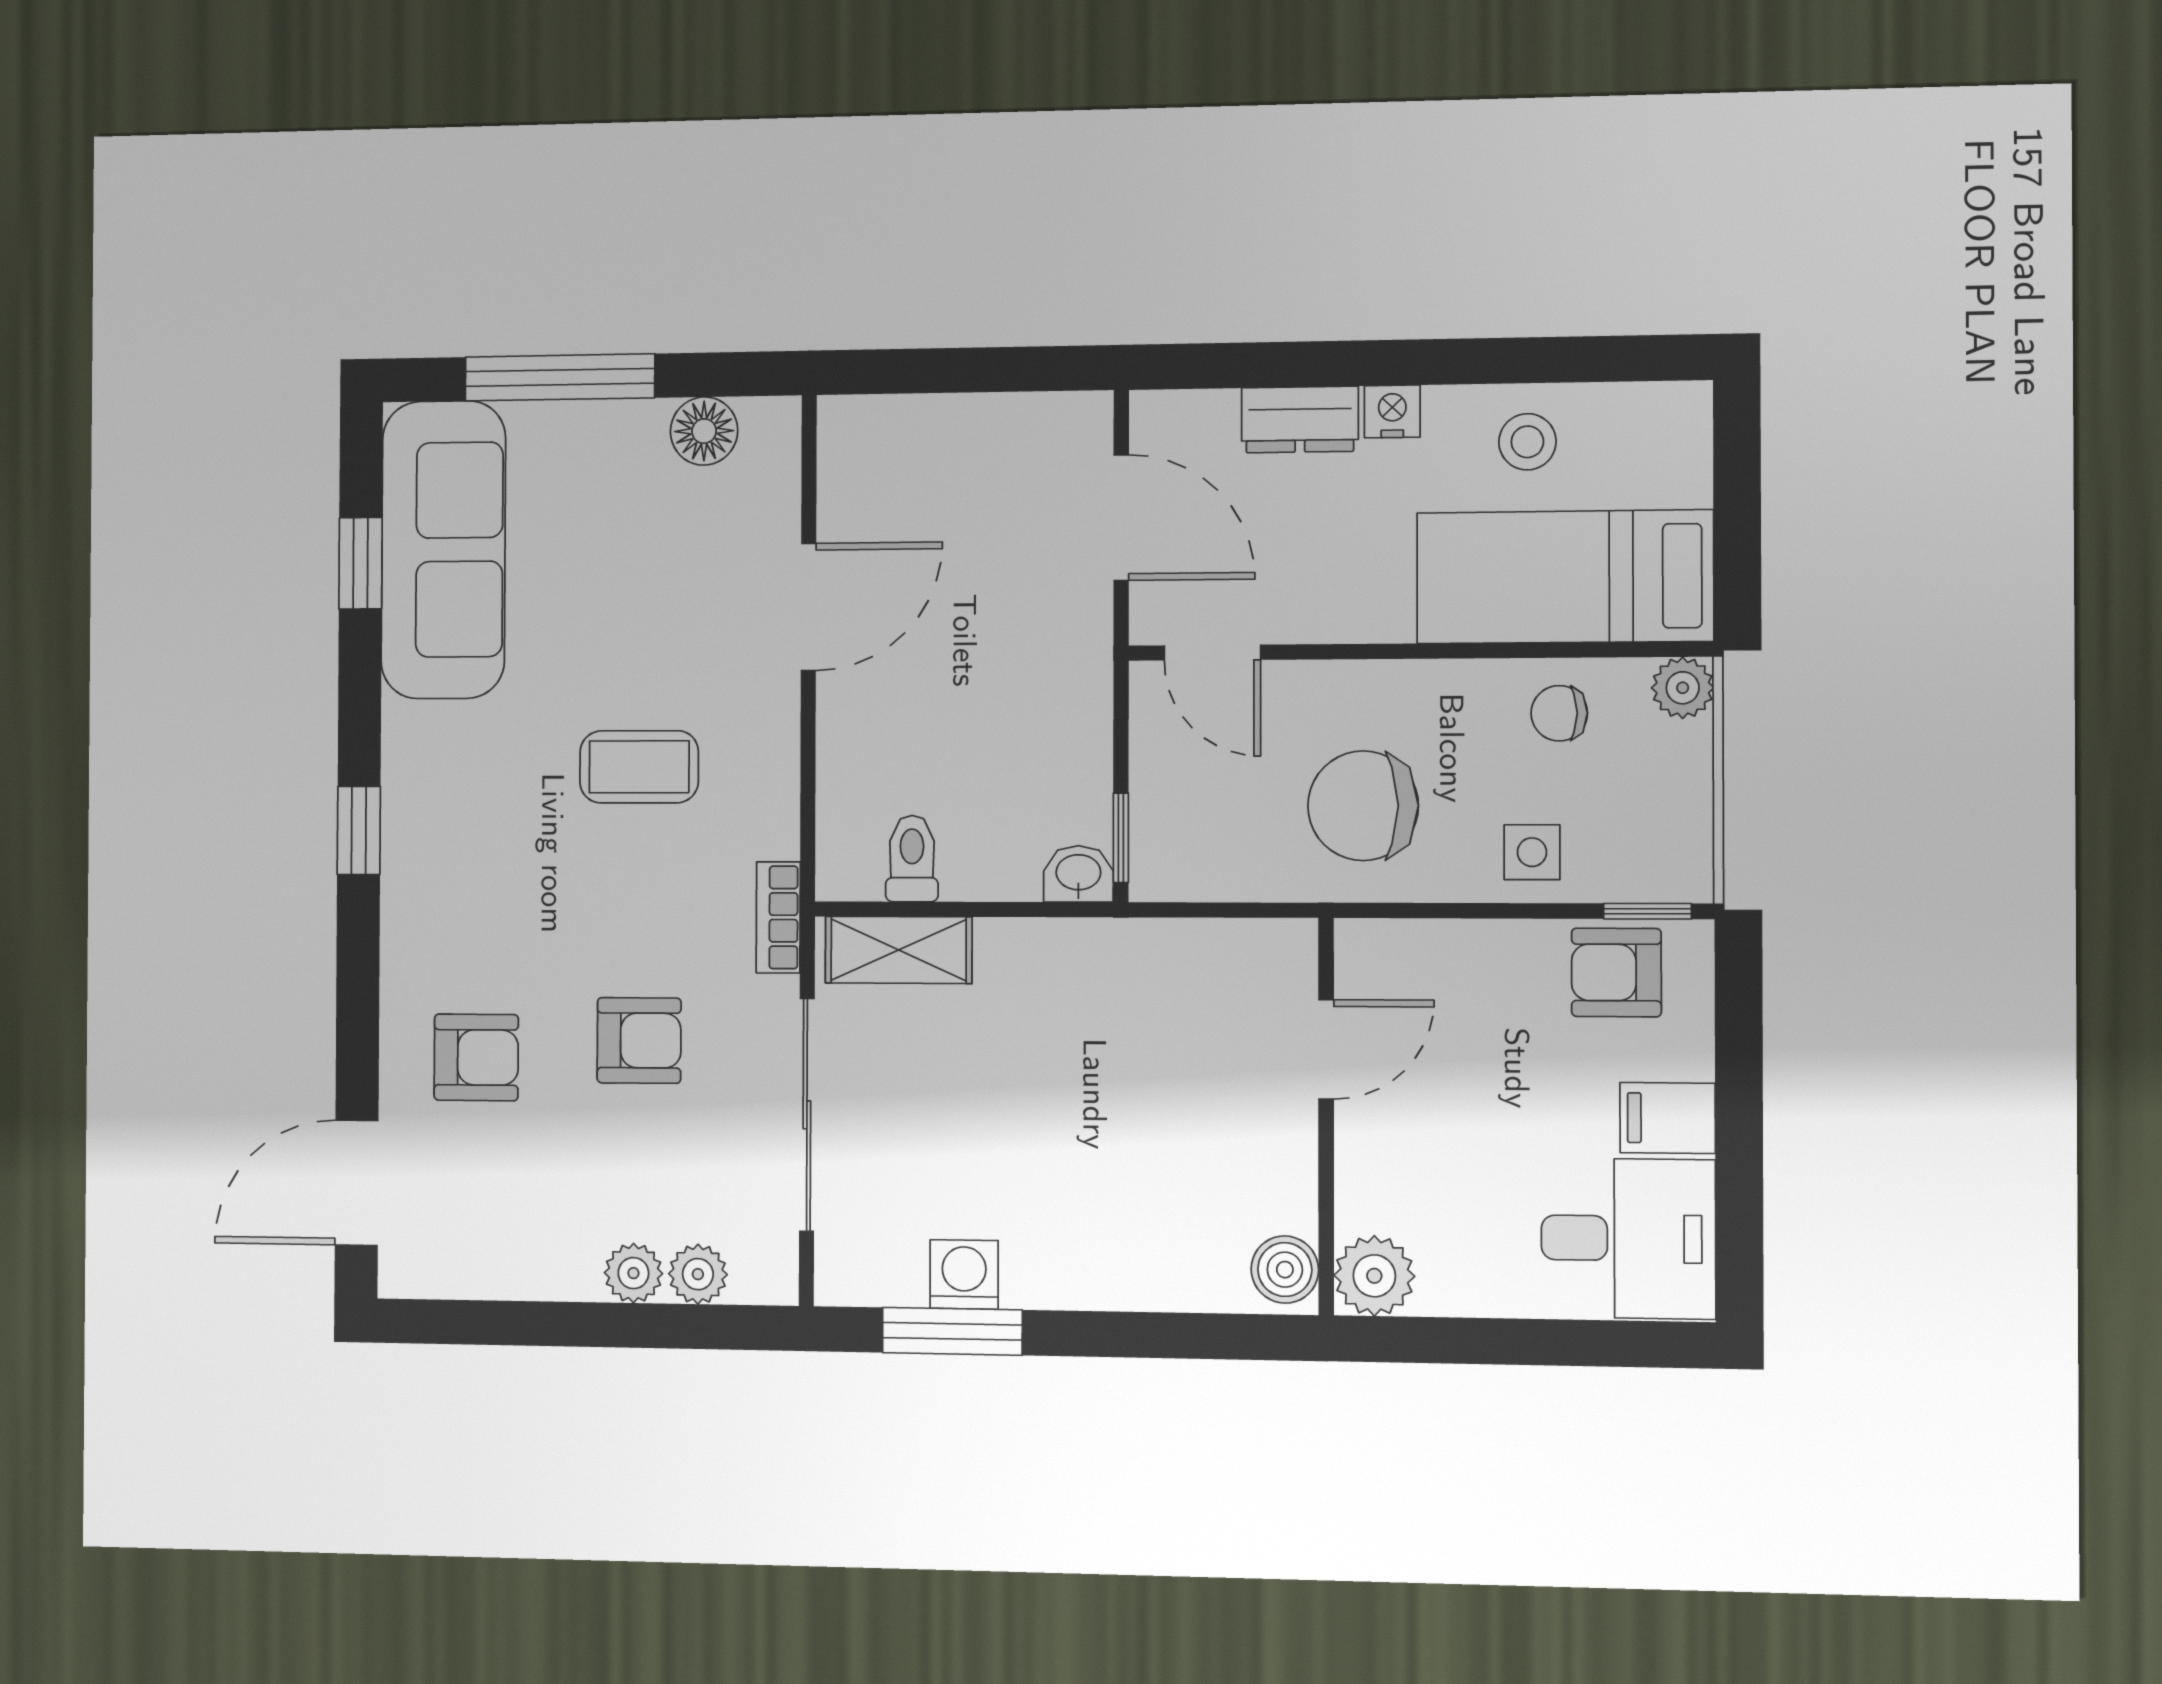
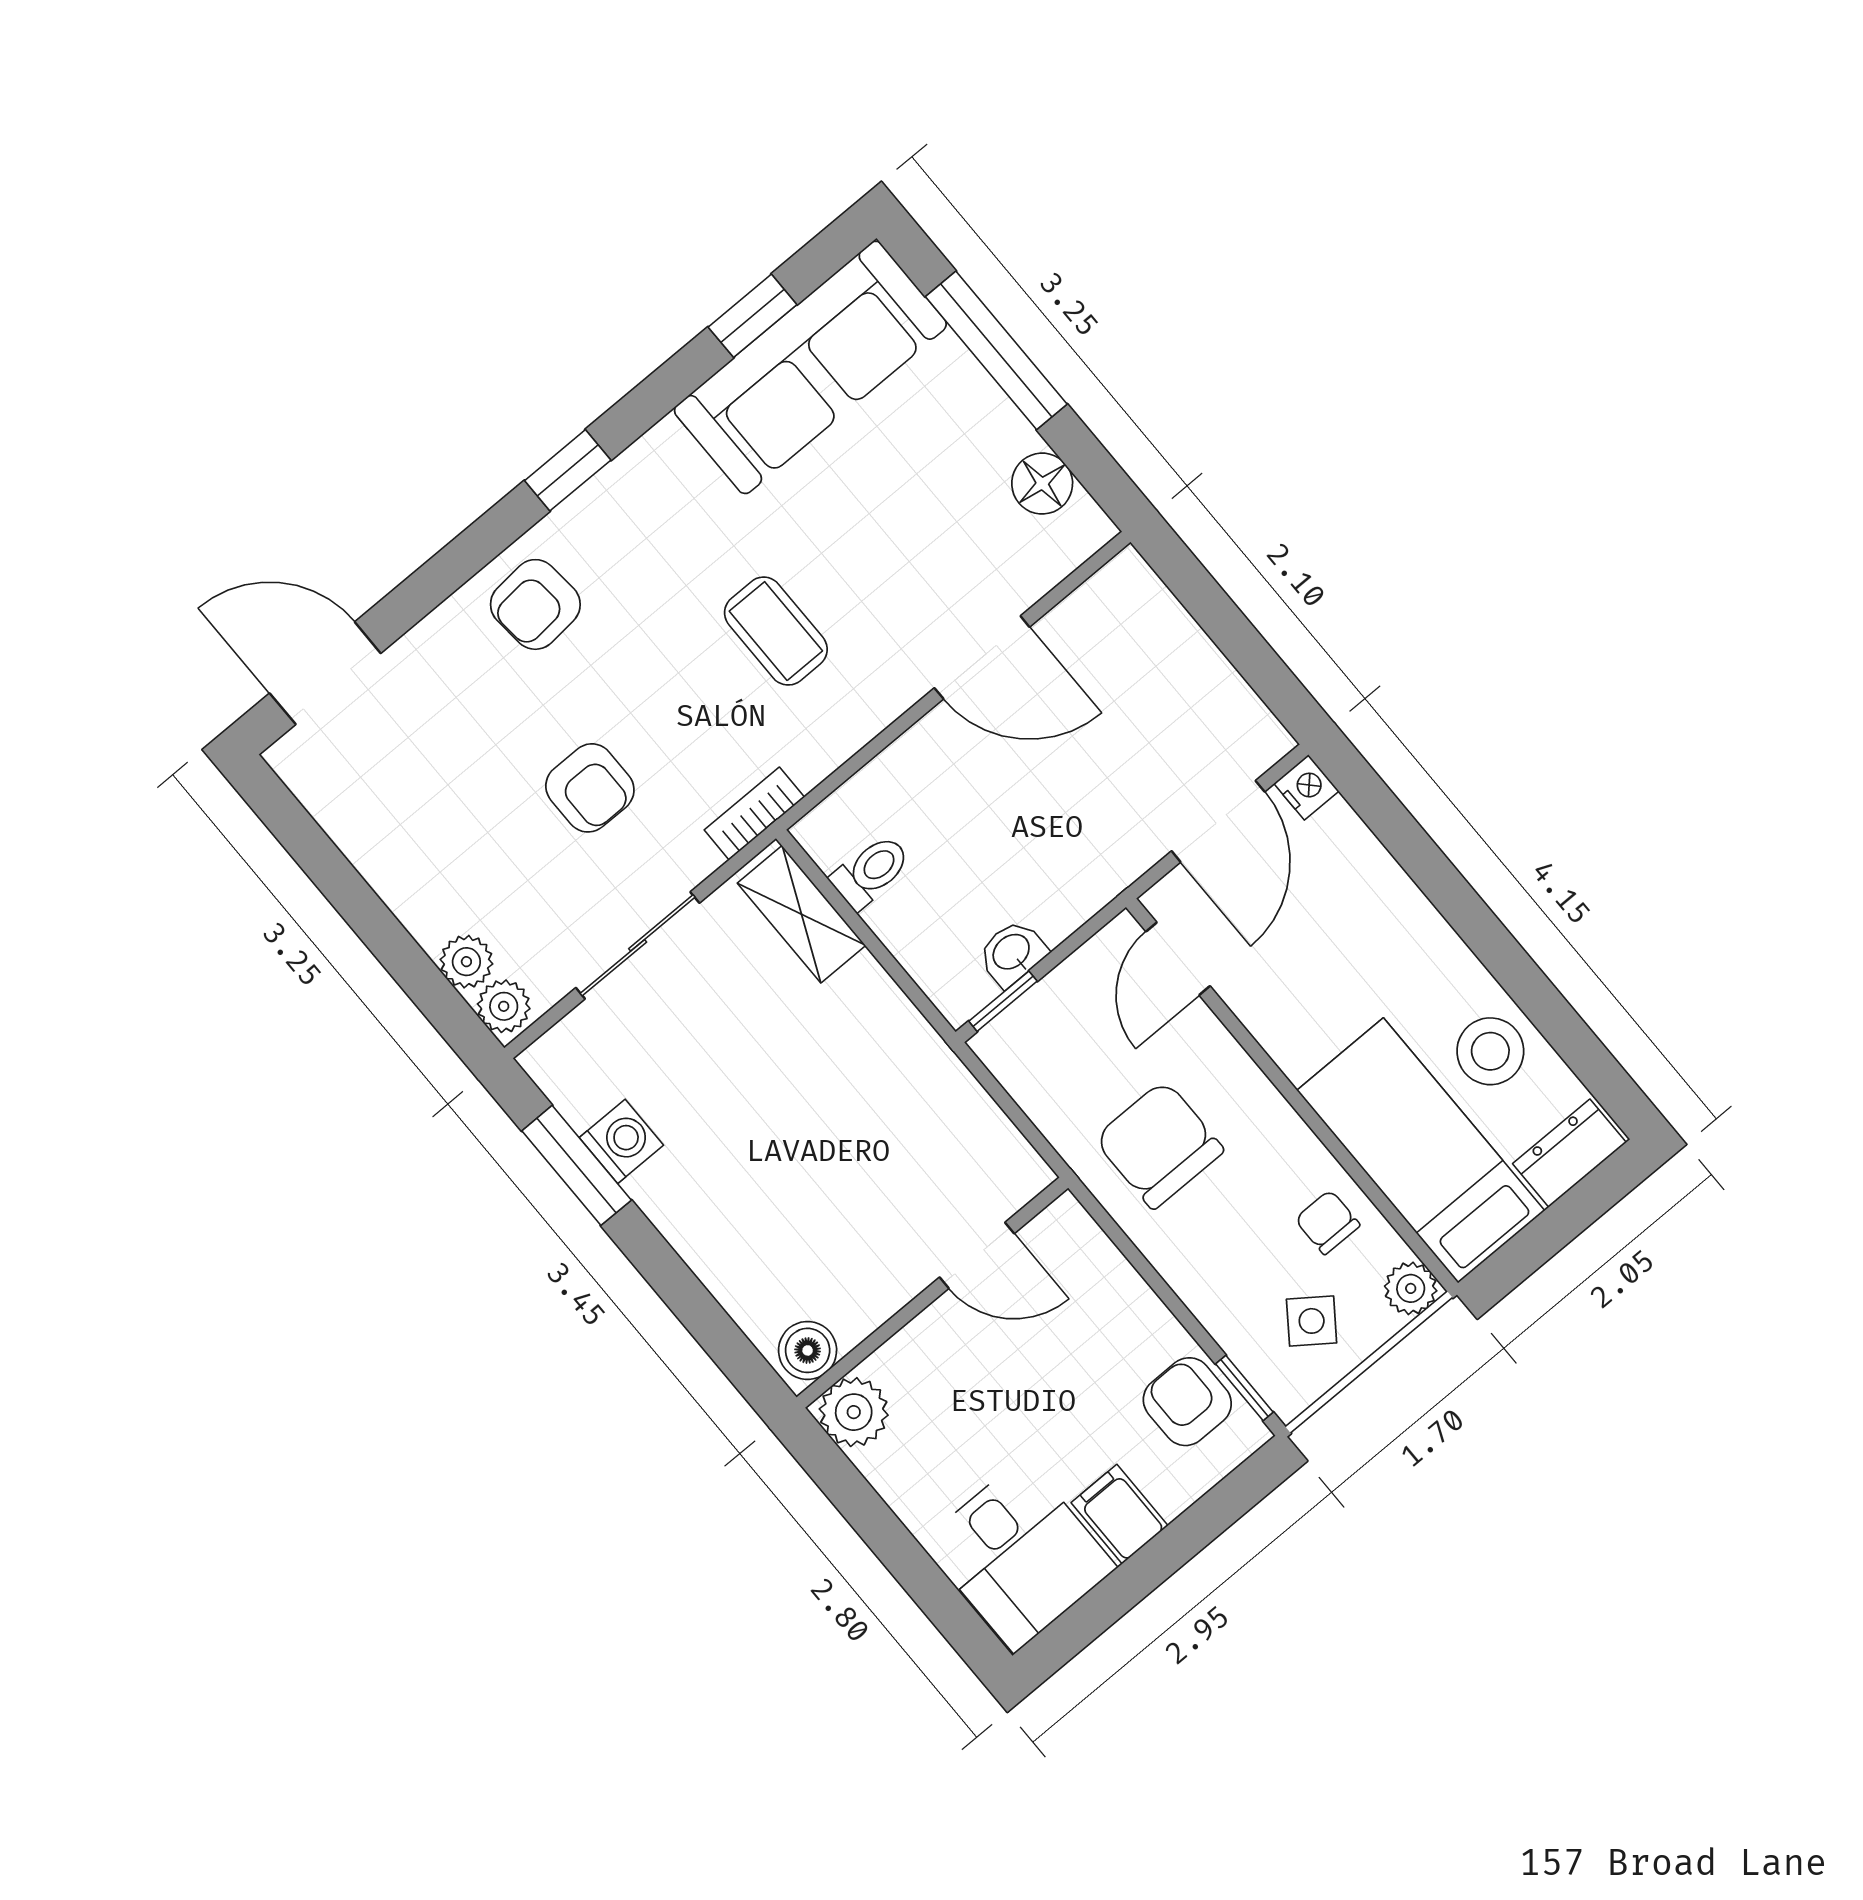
nightstand: (1392, 411) -> (1306, 787), moved
dresser: (1300, 420) -> (1569, 1153), moved, turned 90
stool: (1527, 442) -> (1490, 1051), width x1.37, depth x1.37
side table: (1532, 852) -> (1312, 1321), moved, turned 36
washbasin: (1078, 874) -> (1012, 953), moved, turned -90
armchair: (476, 1057) -> (535, 604), moved, turned 85
sliding door: (807, 1115) -> (638, 945), width x0.73
plant: (633, 1273) -> (504, 1006), moved

